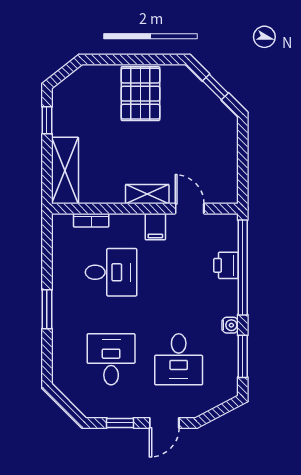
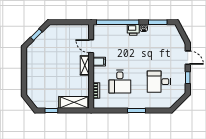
pallet: (140, 94) -> (39, 68), removed
door: (190, 209) -> (91, 46), hinge flipped
printer: (226, 265) -> (133, 30), moved
desk: (111, 272) -> (120, 82), turned 180
desk: (179, 359) -> (159, 51), removed

